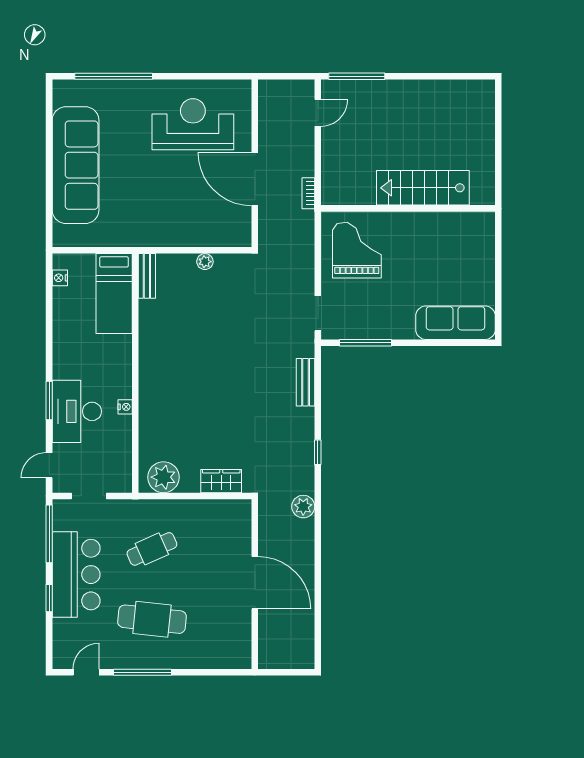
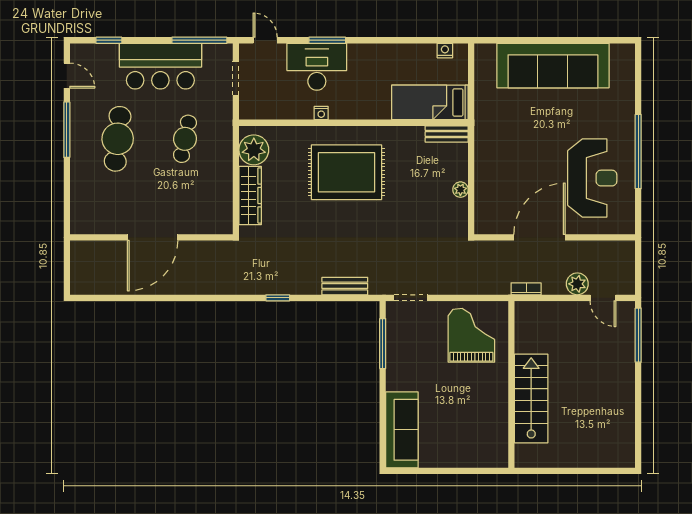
window: (114, 76) -> (638, 152), moved
grand piano: (357, 250) -> (471, 335), turned -90
rug: (187, 380) -> (347, 172), added
wardrobe: (221, 481) -> (250, 196), width x1.50
plant: (303, 507) -> (577, 284), moved
cafe table: (152, 549) -> (185, 139), turned 36
window: (49, 598) -> (109, 40), moved

